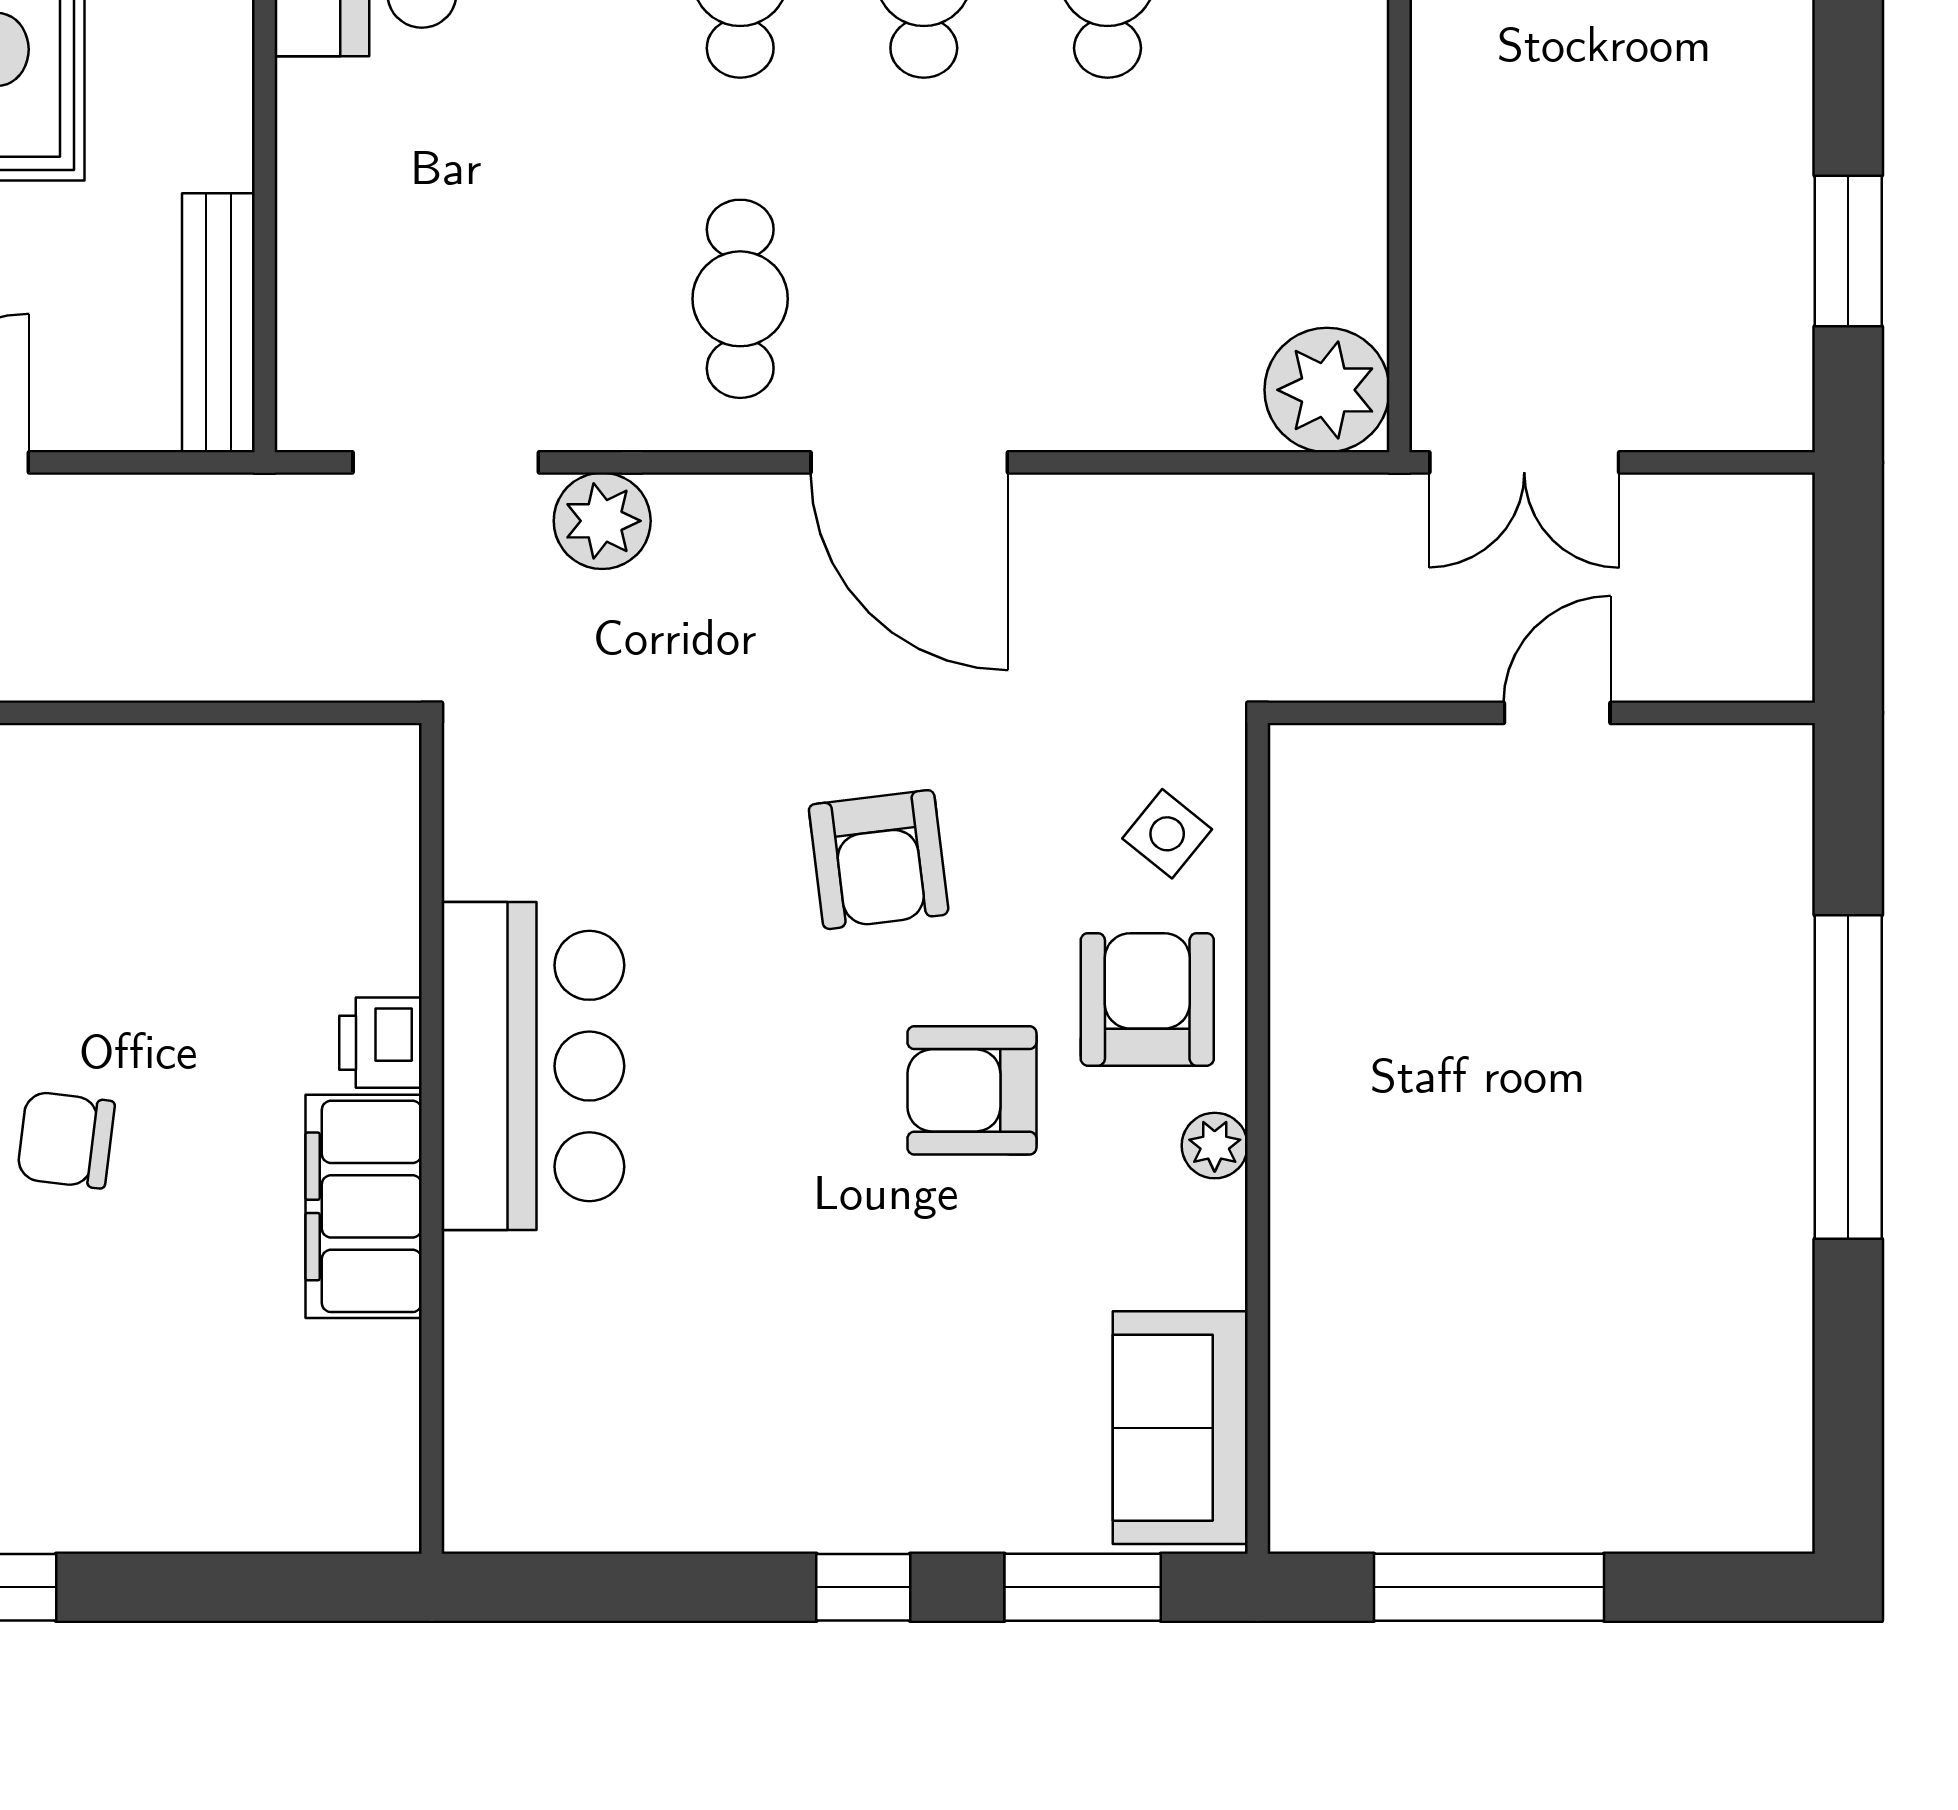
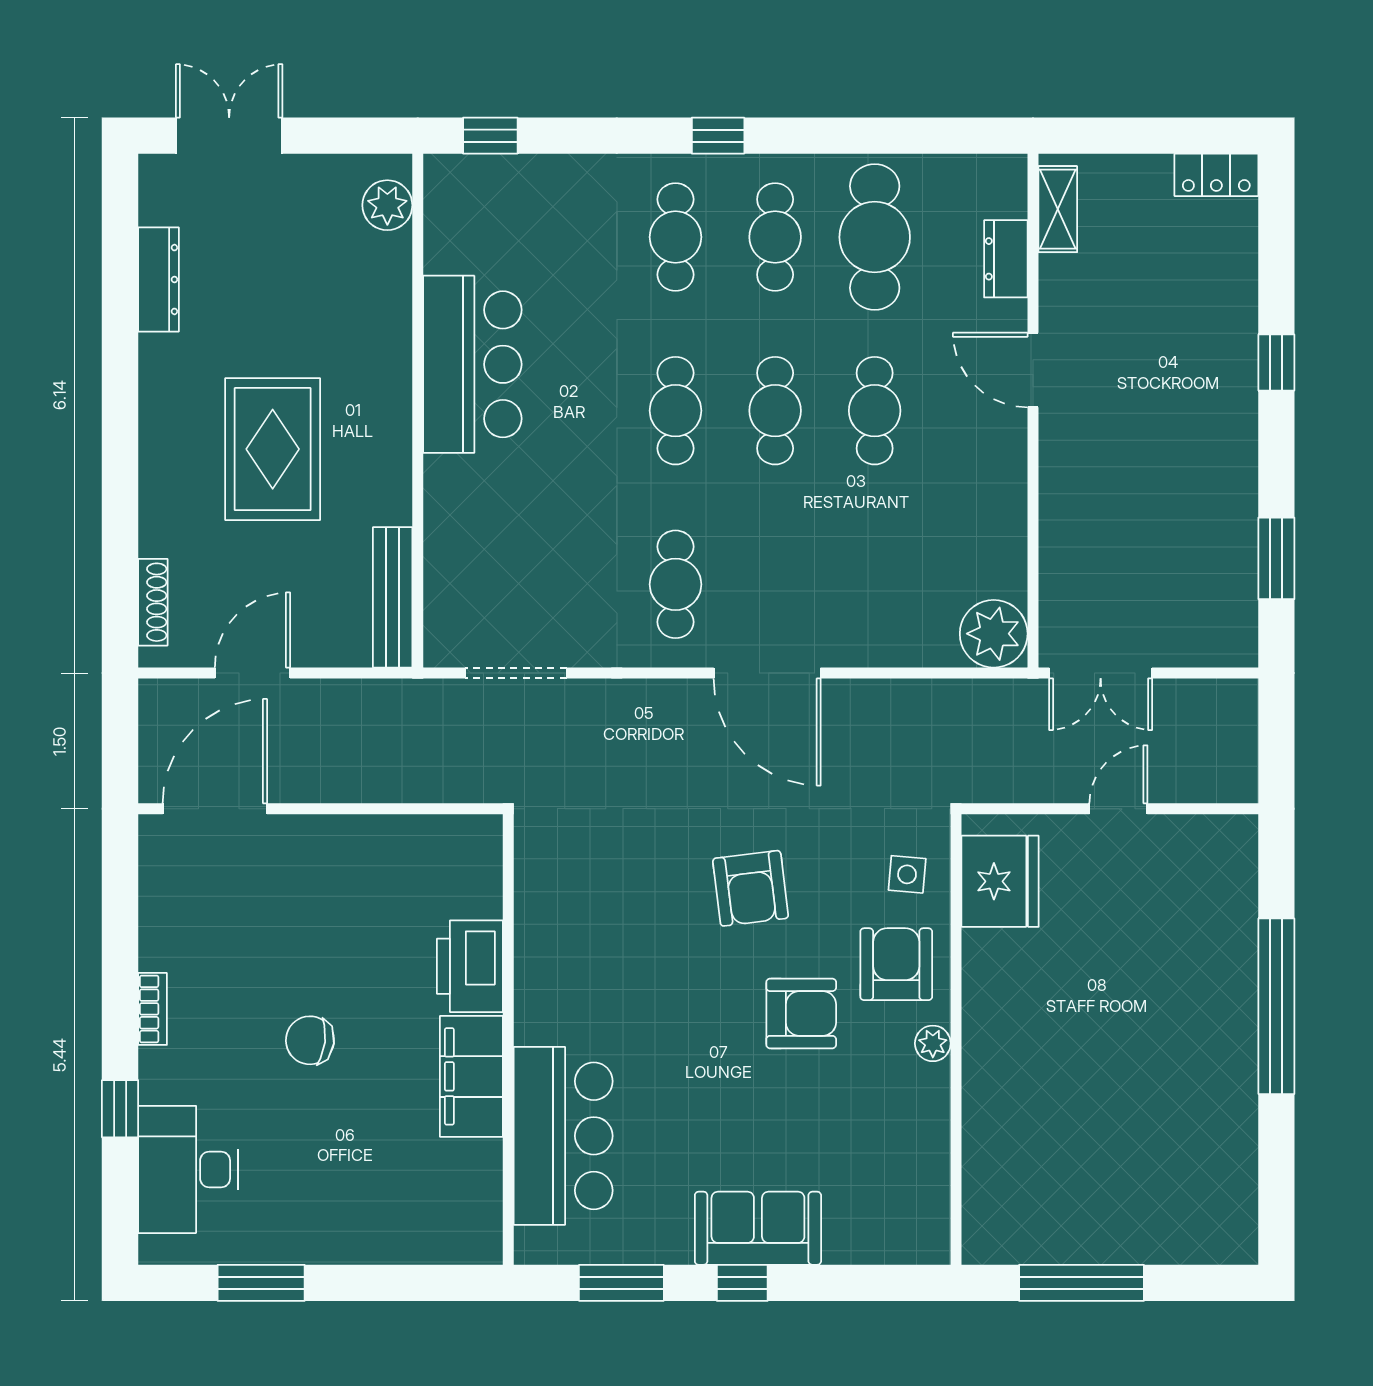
plant: (602, 521) -> (601, 705), removed
side table: (1167, 834) -> (907, 874), turned -34
fridge: (1339, 847) -> (1000, 881), added
printer: (380, 1043) -> (470, 966), width x1.87, depth x1.48
bar counter: (533, 1066) -> (563, 1136), moved
armchair: (972, 1090) -> (801, 1013), turned 180
sofa: (1180, 1428) -> (758, 1228), moved, turned 90
window: (1083, 1587) -> (621, 1283), moved

